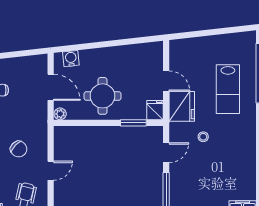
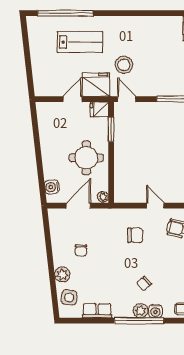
stool: (203, 137) -> (124, 65), width x1.89, depth x1.89
chair: (19, 149) -> (135, 235), turned 46
door: (166, 153) -> (127, 99), moved

